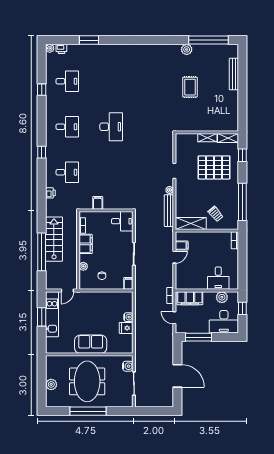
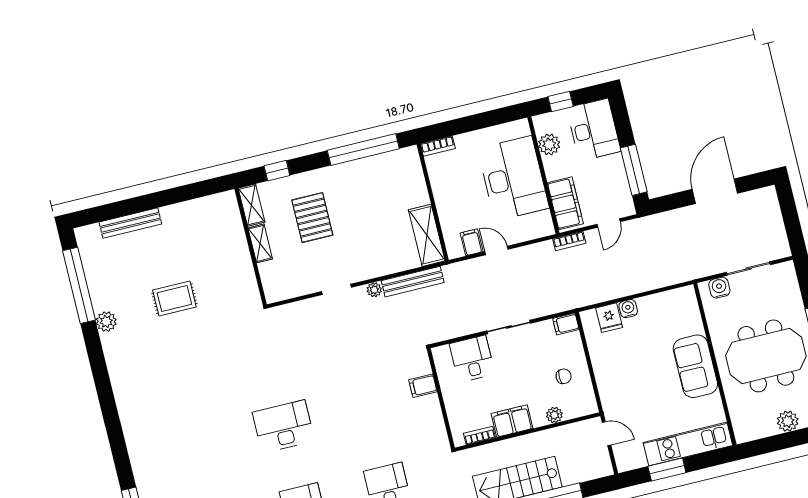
pallet: (214, 167) -> (312, 218), width x0.73, depth x0.71
filing cabinet: (98, 203) -> (423, 386), moved
trolley: (215, 214) -> (398, 194), removed
desk: (122, 221) -> (472, 359), moved
desk: (218, 278) -> (513, 178), width x1.87, depth x1.30
kitchen unit: (52, 314) -> (688, 444), moved
fridge: (126, 328) -> (609, 318), moved

